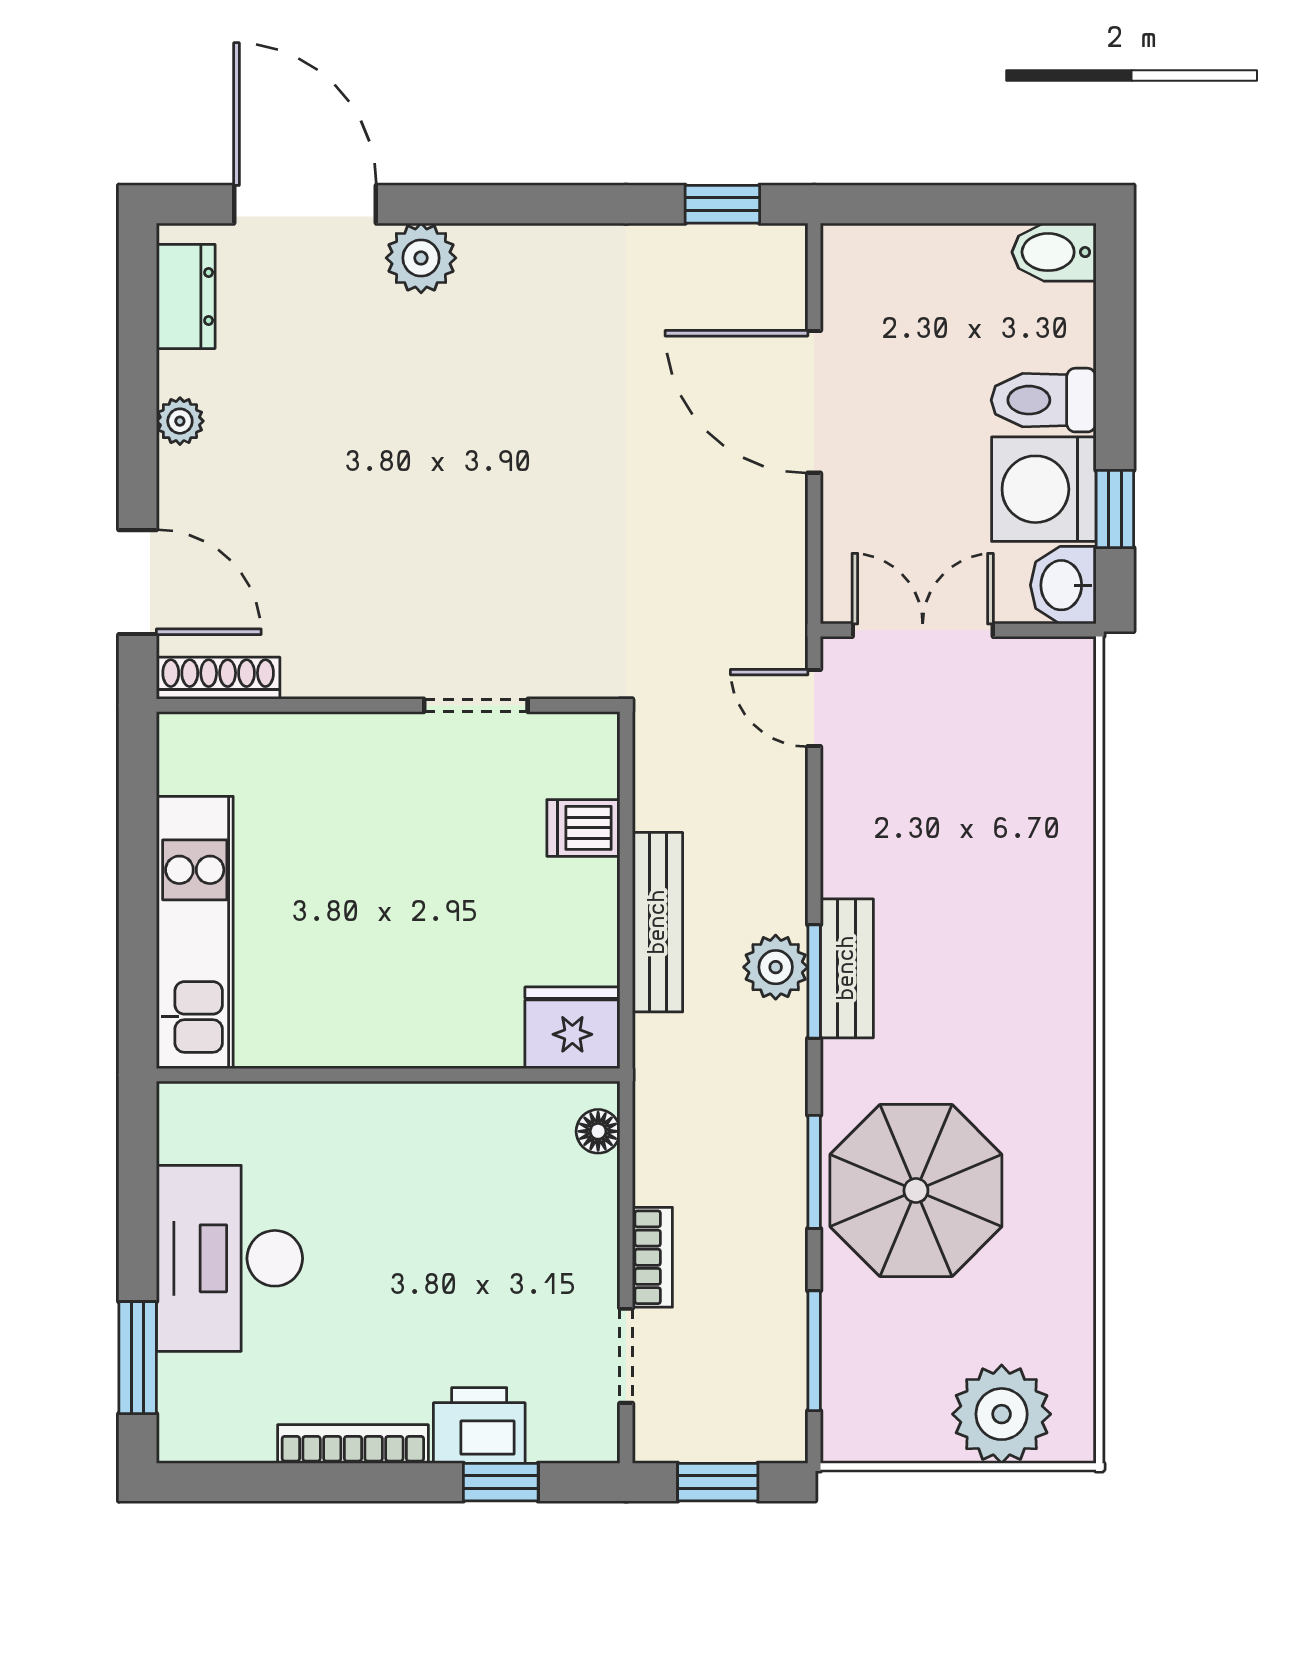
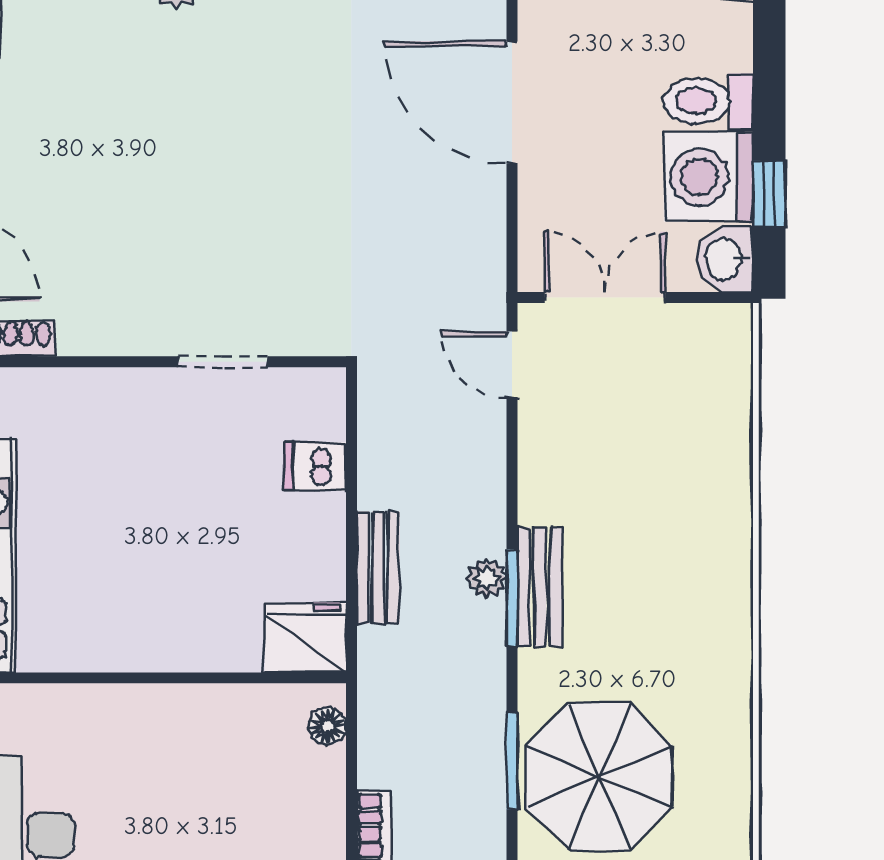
bench: (658, 922) -> (378, 568), width x0.73
plant: (776, 967) -> (487, 578), width x0.73, depth x0.73

